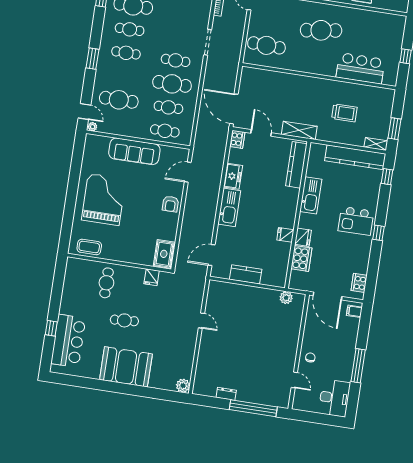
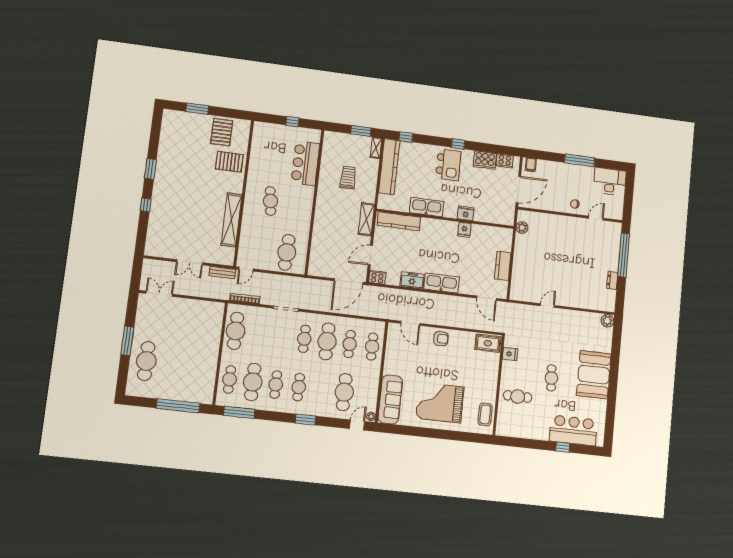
cafe table: (321, 30) -> (270, 201), width x0.73, depth x0.74
sofa: (134, 151) -> (390, 399), moved
cooker: (301, 258) -> (485, 160), moved, turned 180

